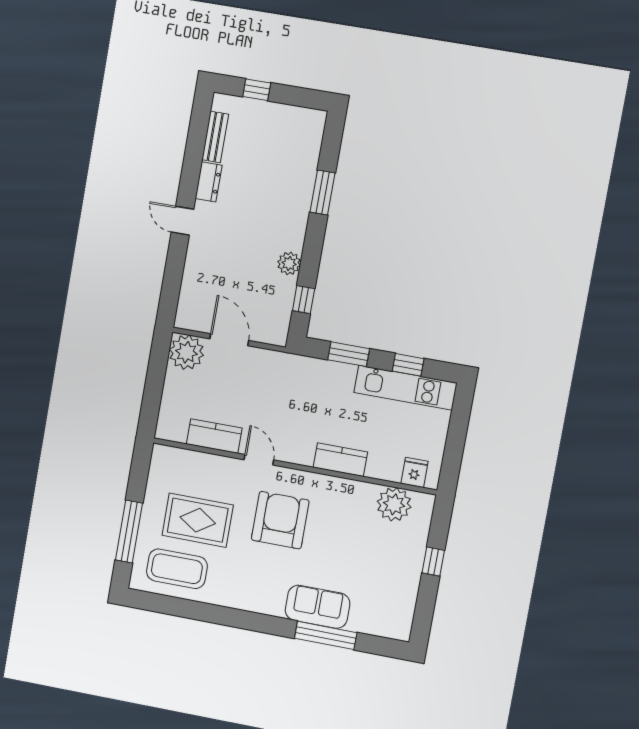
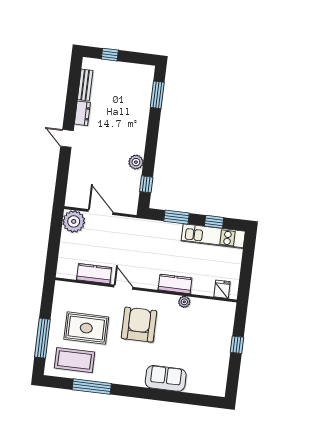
window: (322, 193) -> (157, 95), moved
plant: (394, 504) -> (184, 302), moved, width x0.53, depth x0.53
window: (326, 635) -> (92, 387), moved

